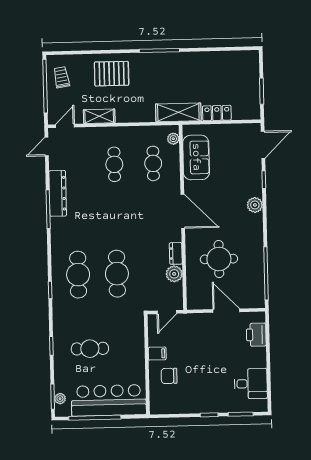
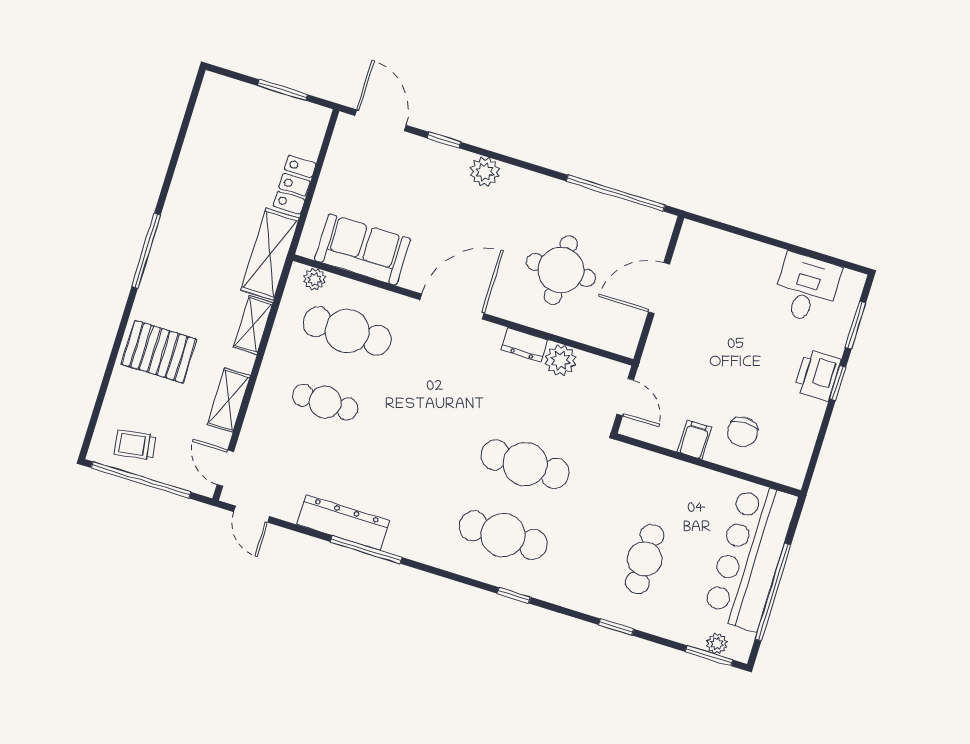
pallet: (112, 74) -> (159, 352), turned 90
shelving: (140, 116) -> (253, 325), added
cafe table: (153, 163) -> (347, 331), width x1.37, depth x1.35
printer: (256, 335) -> (817, 375), moved, turned 90

